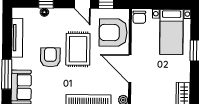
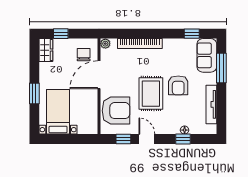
chair: (139, 17) -> (84, 55), moved
door: (130, 69) -> (99, 75), swing flipped

